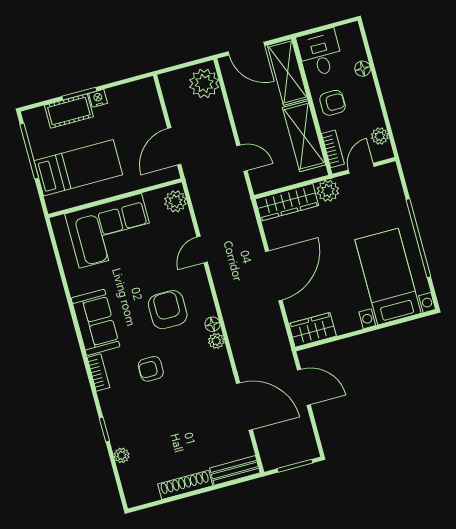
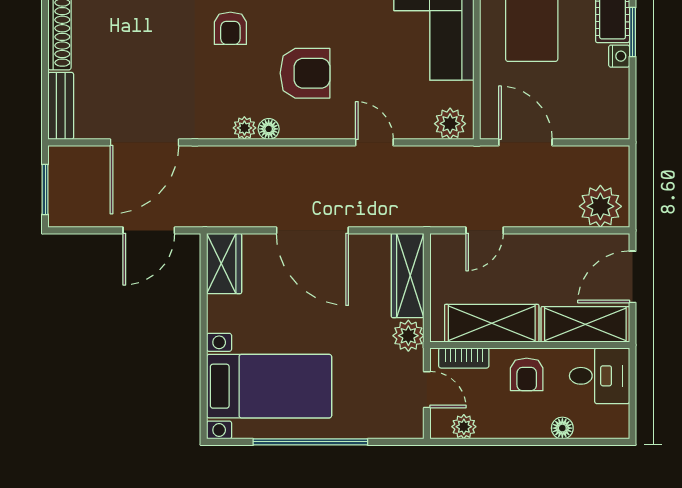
armchair: (151, 369) -> (230, 28), turned 180

